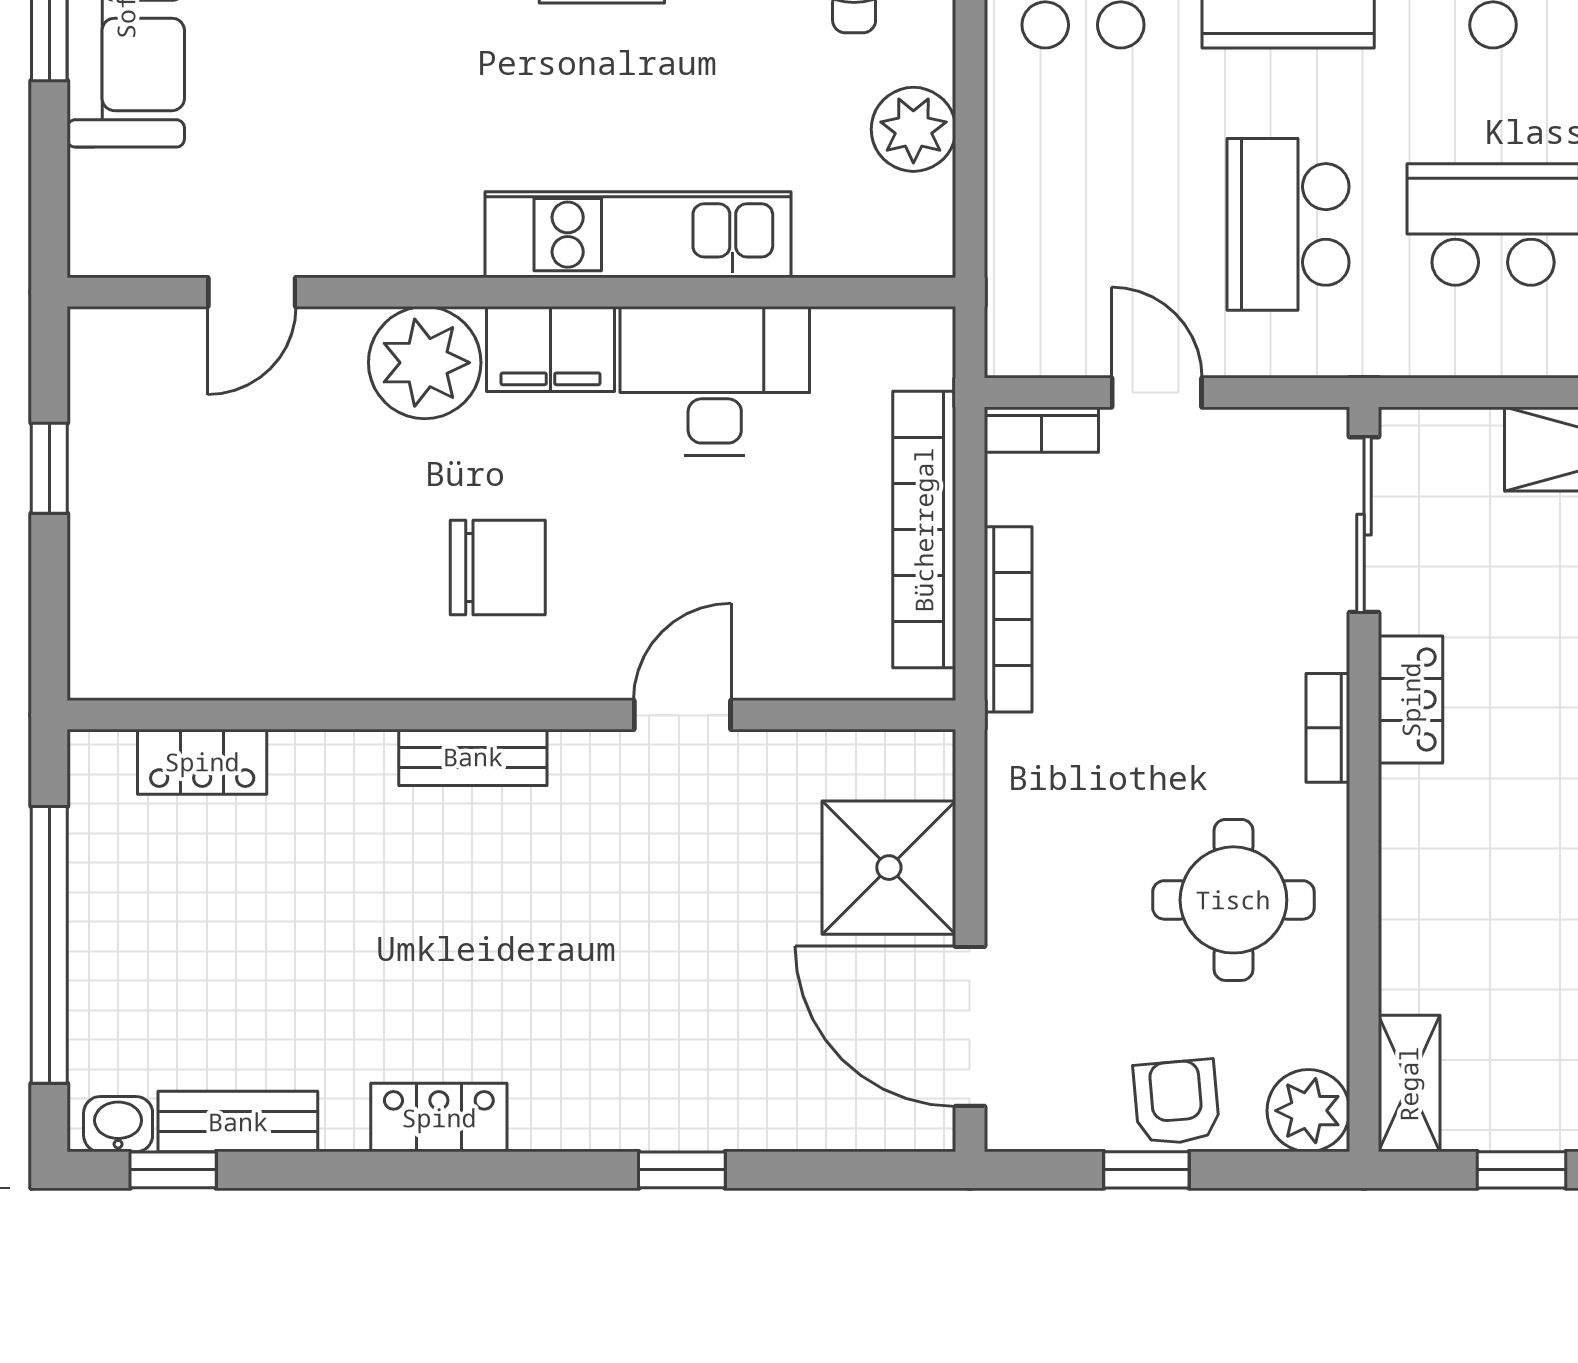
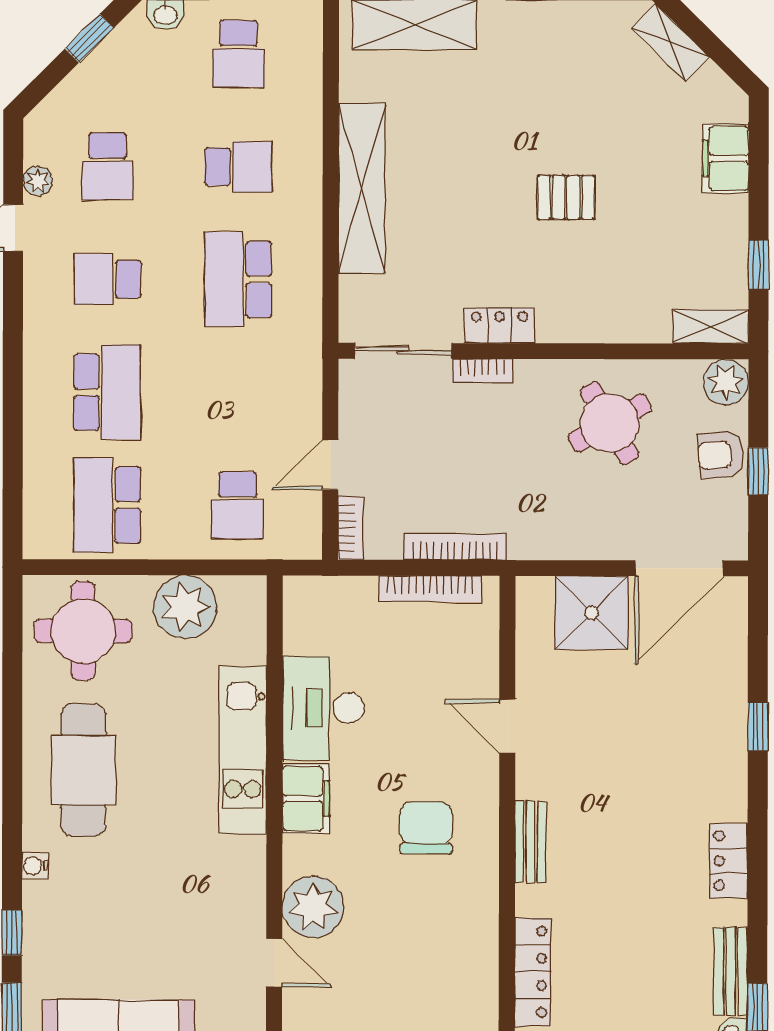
plant: (913, 129) -> (185, 607), width x1.36, depth x1.36
school desk: (1288, 224) -> (238, 505), moved, width x0.54
plant: (425, 363) -> (313, 907), moved
bookcase: (924, 530) -> (430, 589), width x0.68, depth x0.76
bookcase: (1328, 728) -> (482, 371), moved
locker: (202, 762) -> (533, 972), width x1.53
round table: (1233, 900) -> (610, 423), turned -30

